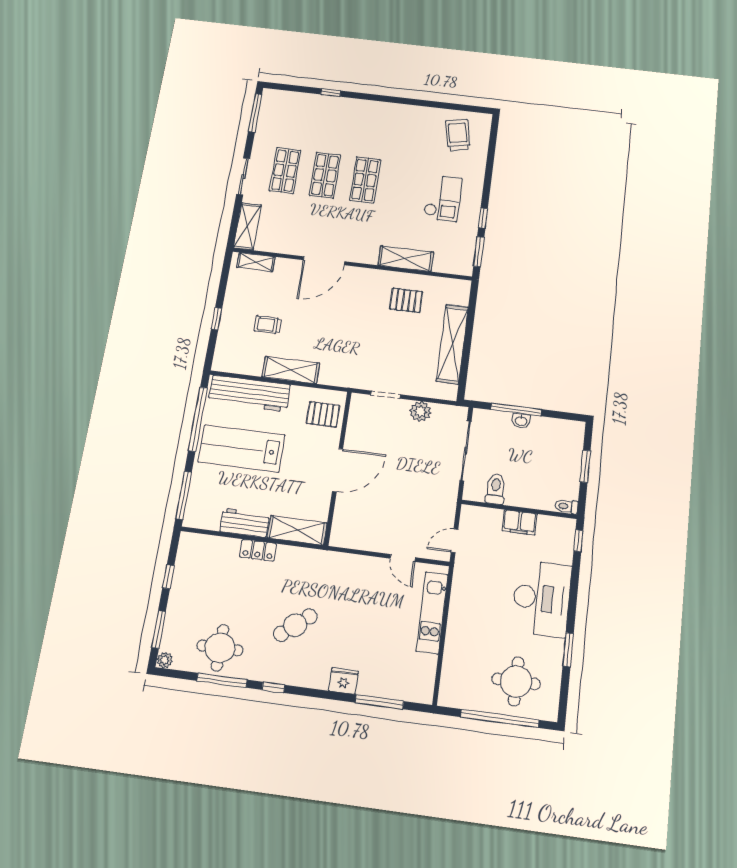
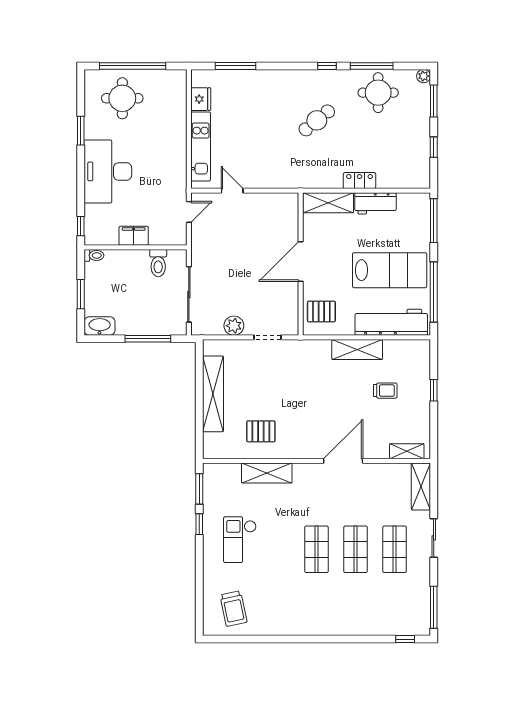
window: (331, 93) -> (405, 639), moved
washbasin: (521, 421) -> (100, 326), moved, width x1.91, depth x1.45
fridge: (343, 681) -> (201, 99), moved, turned -90

